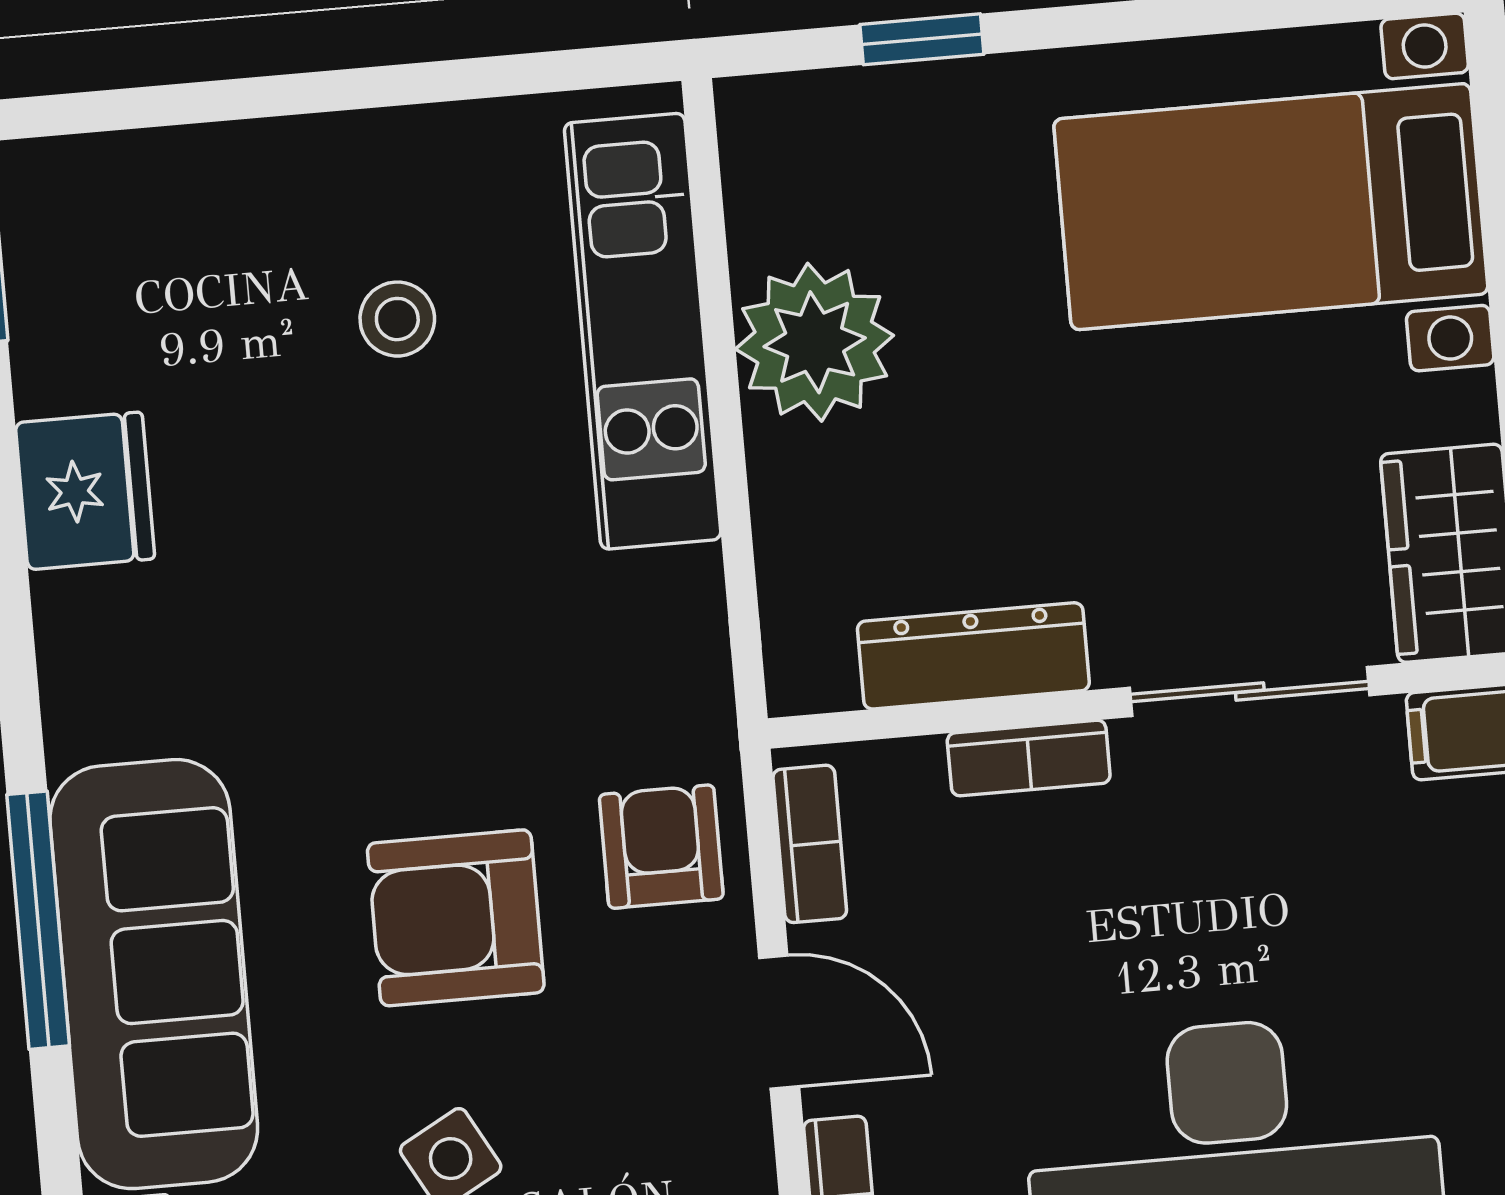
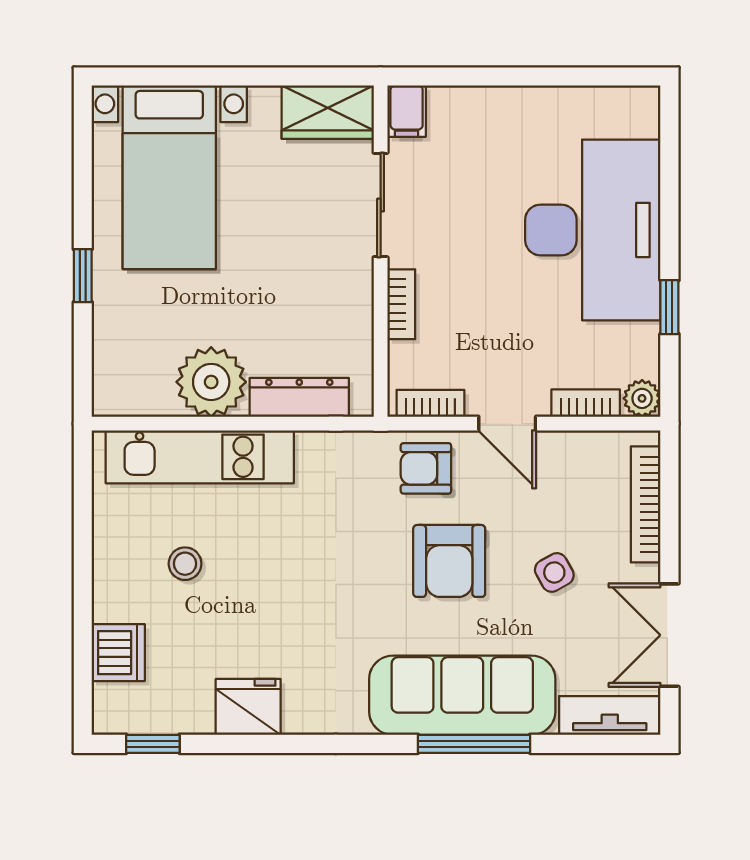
window: (922, 39) -> (83, 276), moved
dishwasher: (182, 185) -> (118, 653), added
dresser: (973, 656) -> (299, 397), moved, turned 90
window: (38, 920) -> (474, 744), moved
door: (779, 1022) -> (507, 424), swing flipped

